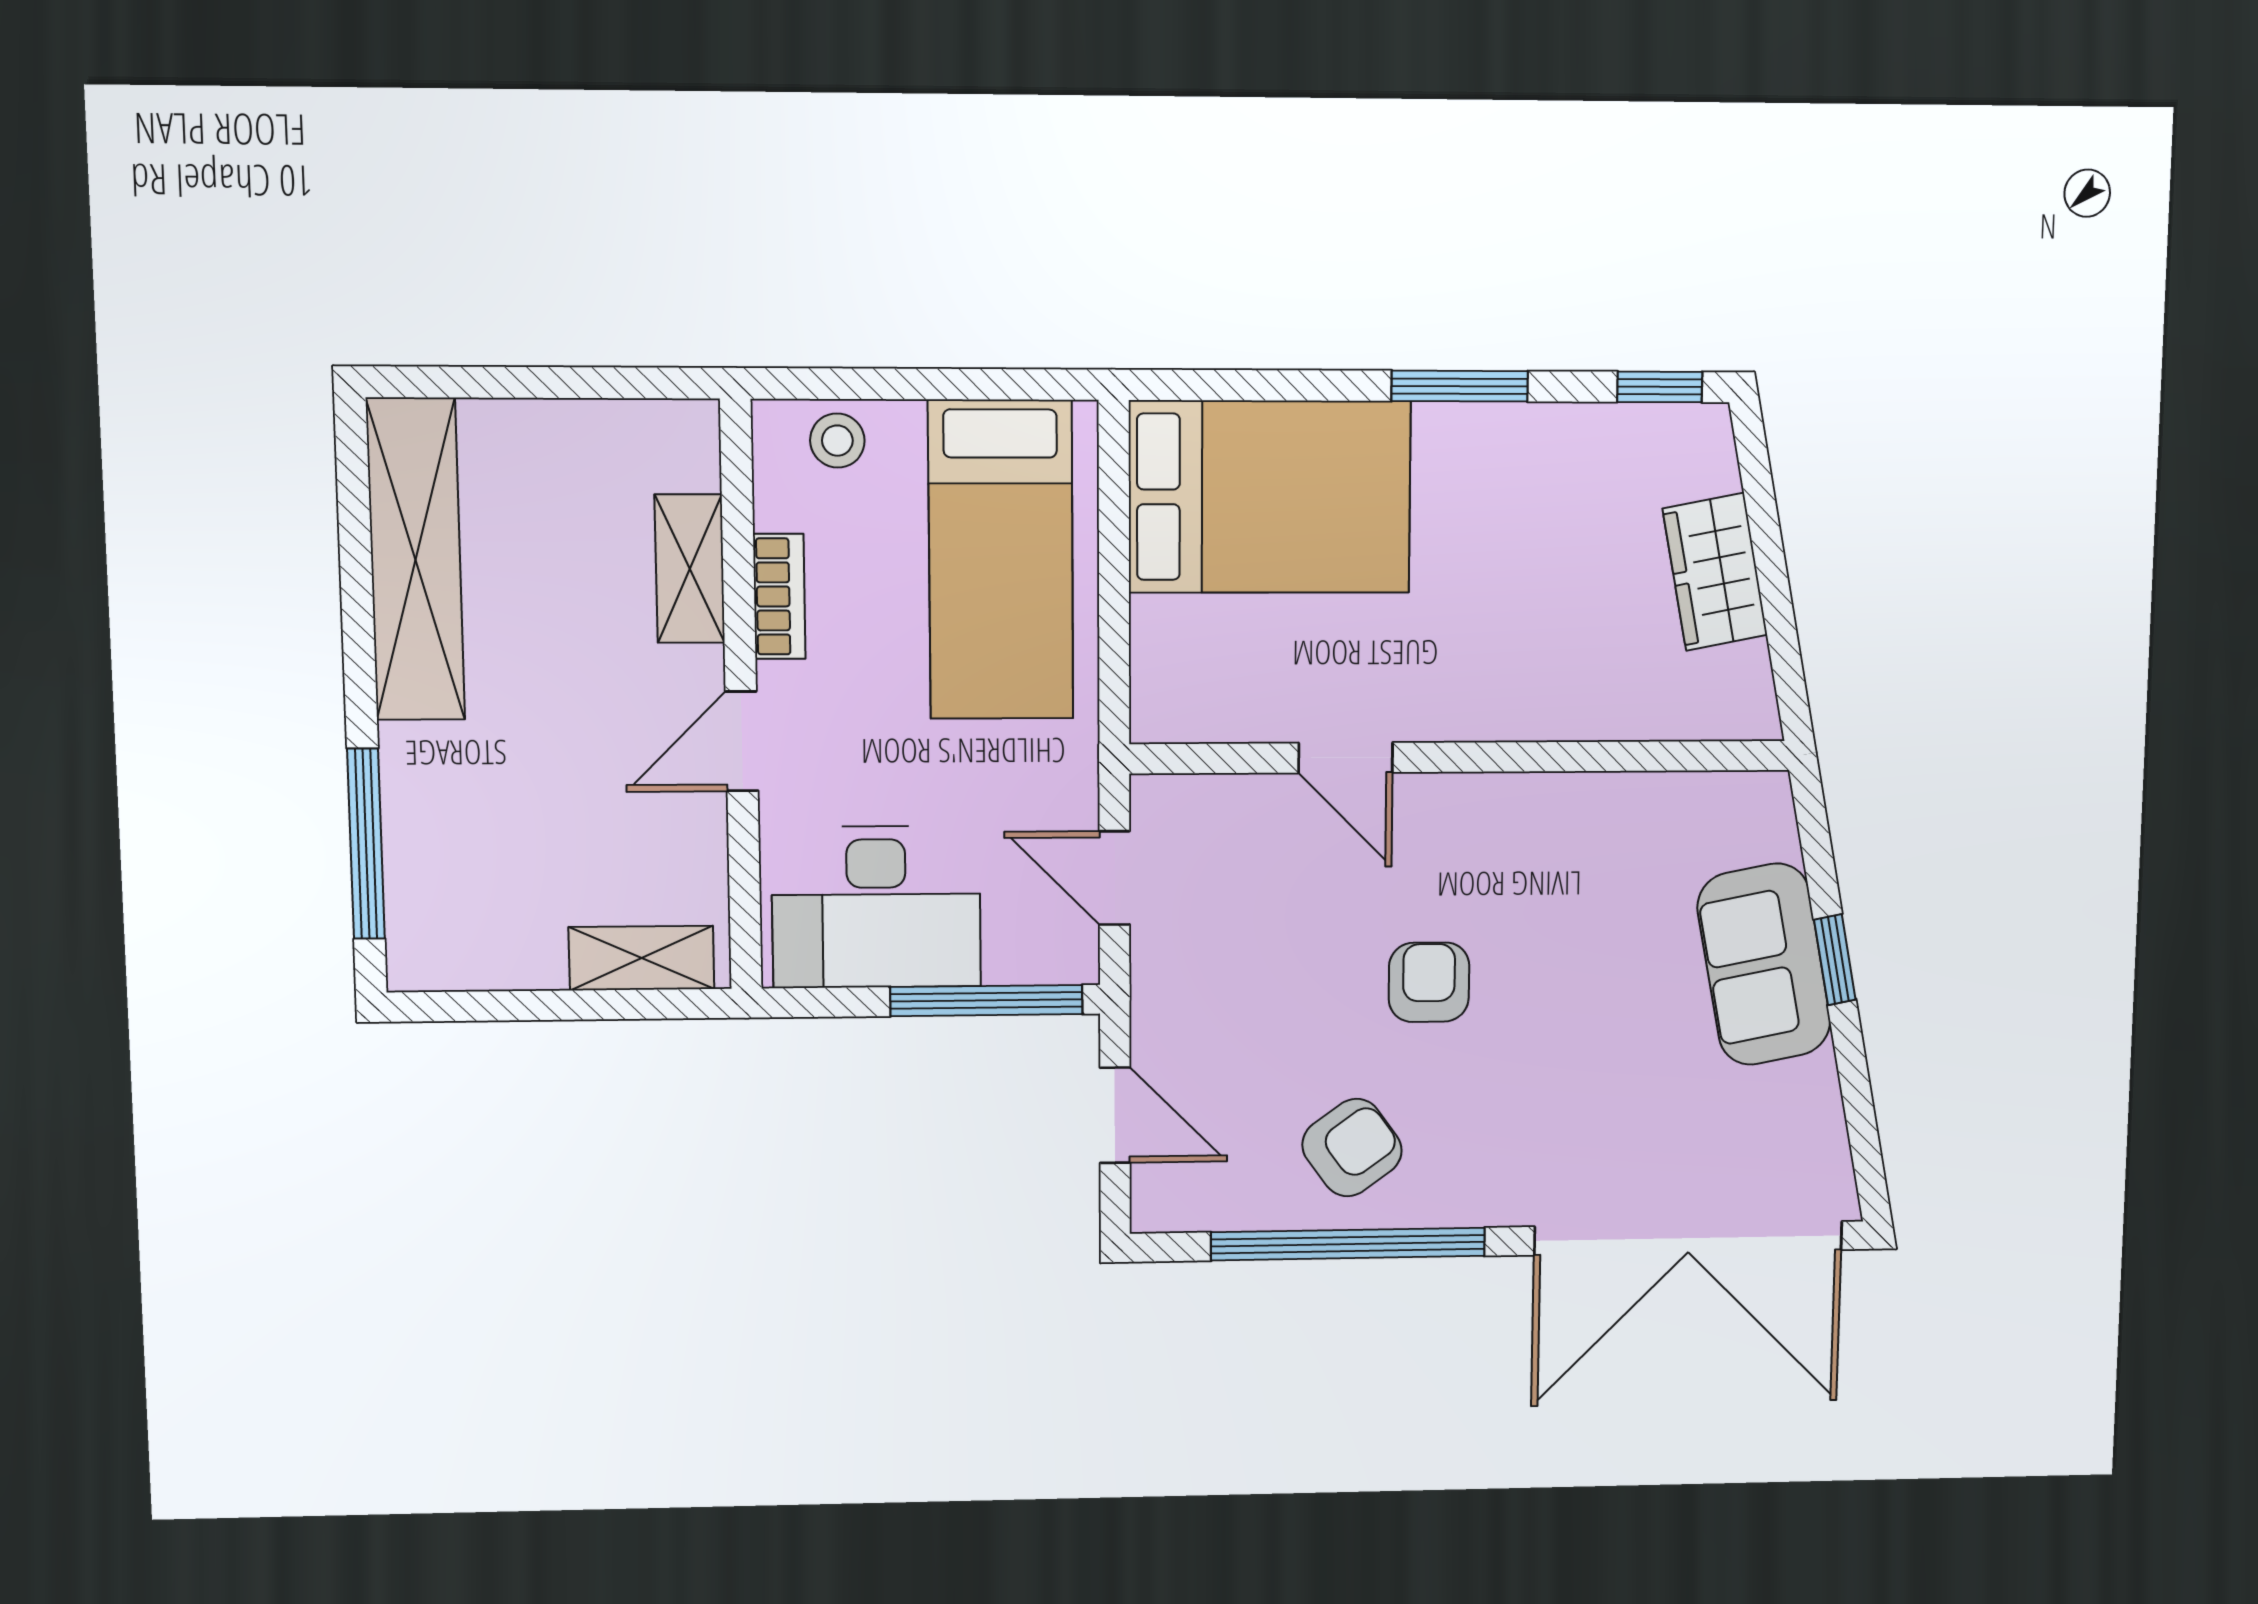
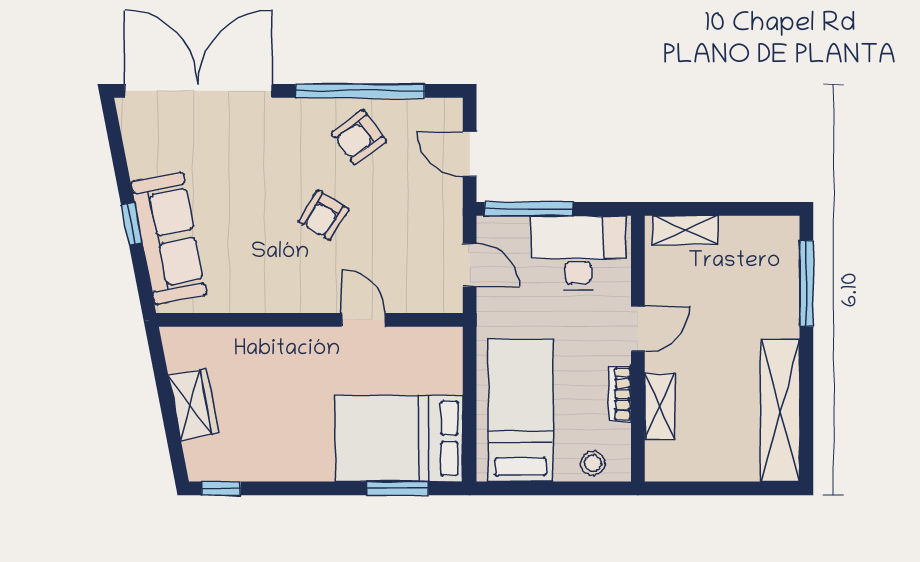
window: (1460, 386) -> (397, 488), moved
sofa: (1764, 964) -> (169, 238), width x1.36
armchair: (1429, 982) -> (324, 215), turned 32

